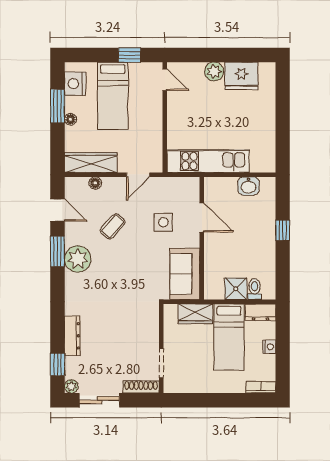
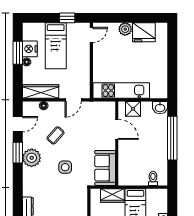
door: (165, 80) -> (91, 35), hinge flipped
nightstand: (75, 84) -> (30, 49), moved
washbasin: (248, 186) -> (160, 108), moved
door: (57, 210) -> (18, 124), hinge flipped
side table: (163, 222) -> (65, 167), moved
window: (283, 230) -> (172, 138), width x3.17
shower: (236, 289) -> (133, 109), moved
dresser: (260, 312) -> (157, 194), removed

